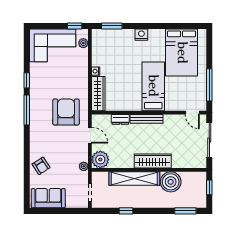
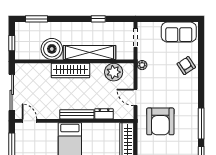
plant: (100, 160) -> (114, 72), moved

